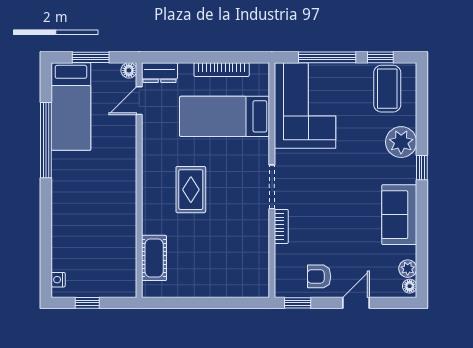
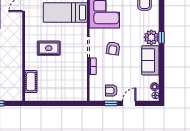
plant: (401, 142) -> (151, 37), moved
rug: (191, 190) -> (49, 48), turned 90
armchair: (322, 190) -> (113, 48), added
window: (298, 303) -> (111, 103), moved

